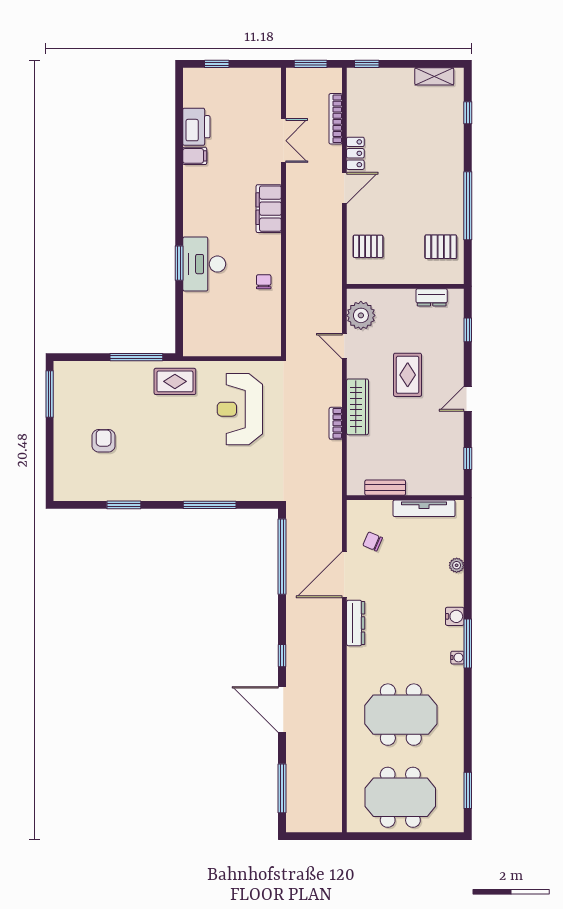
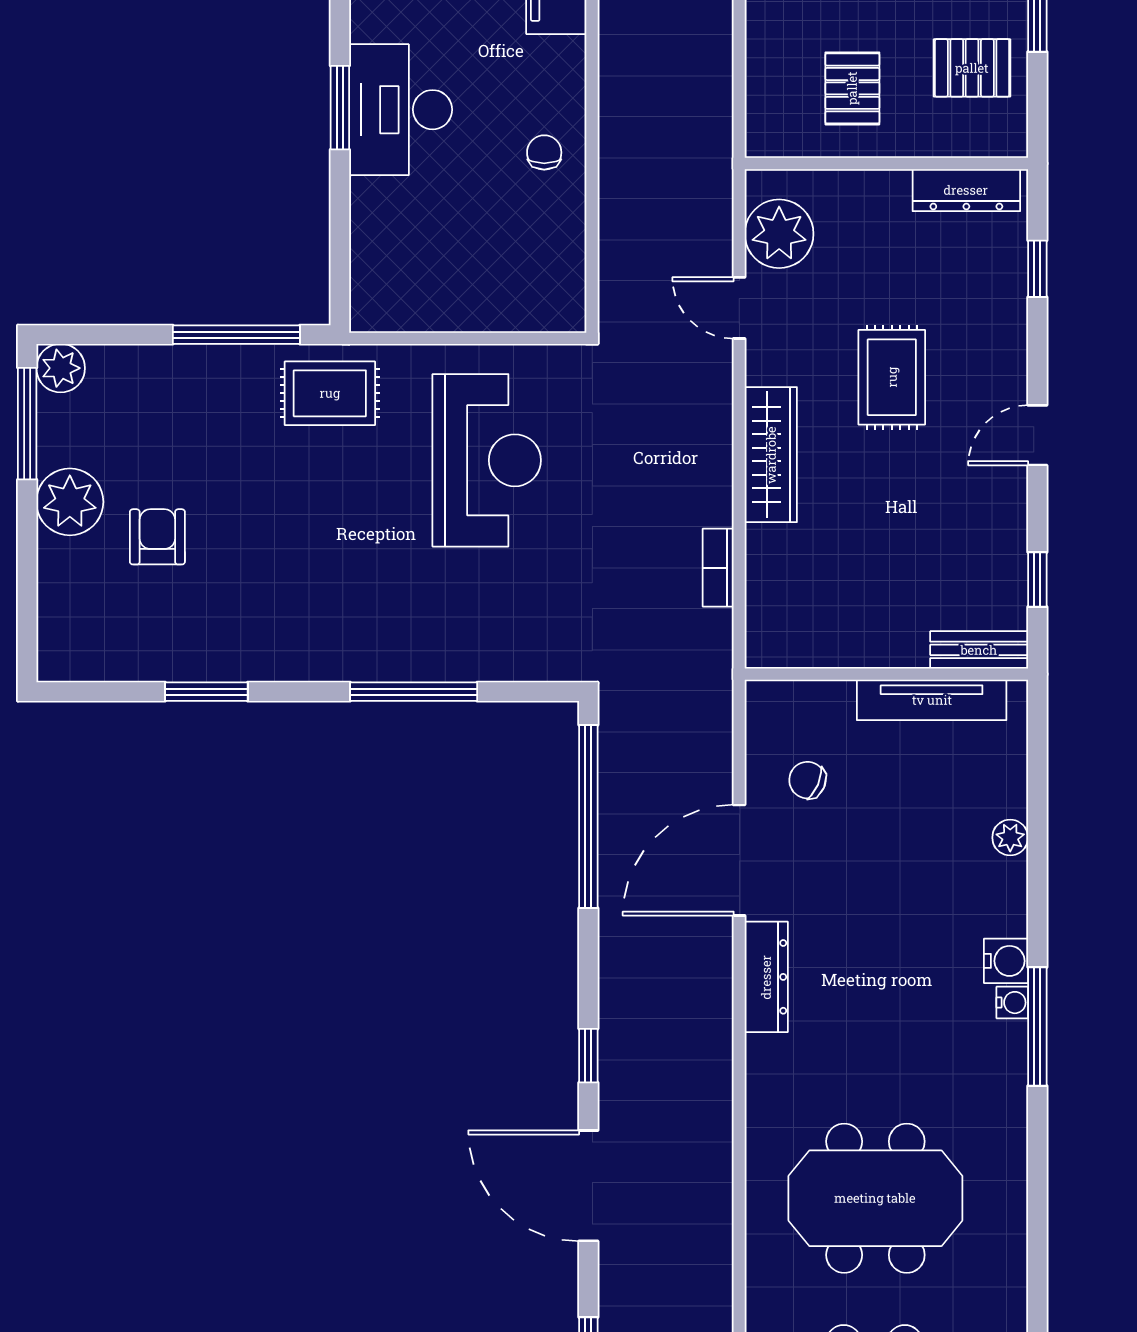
pallet: (368, 246) -> (852, 88), moved, turned 90
dresser: (432, 297) -> (966, 190), width x1.44
plant: (64, 371) -> (61, 368), added
reception desk: (240, 409) -> (487, 460), turned 180
bookcase: (336, 423) -> (718, 568), moved
plant: (67, 426) -> (70, 502), added
bench: (385, 488) -> (979, 650), moved
water cooler: (457, 658) -> (1012, 1003), moved

